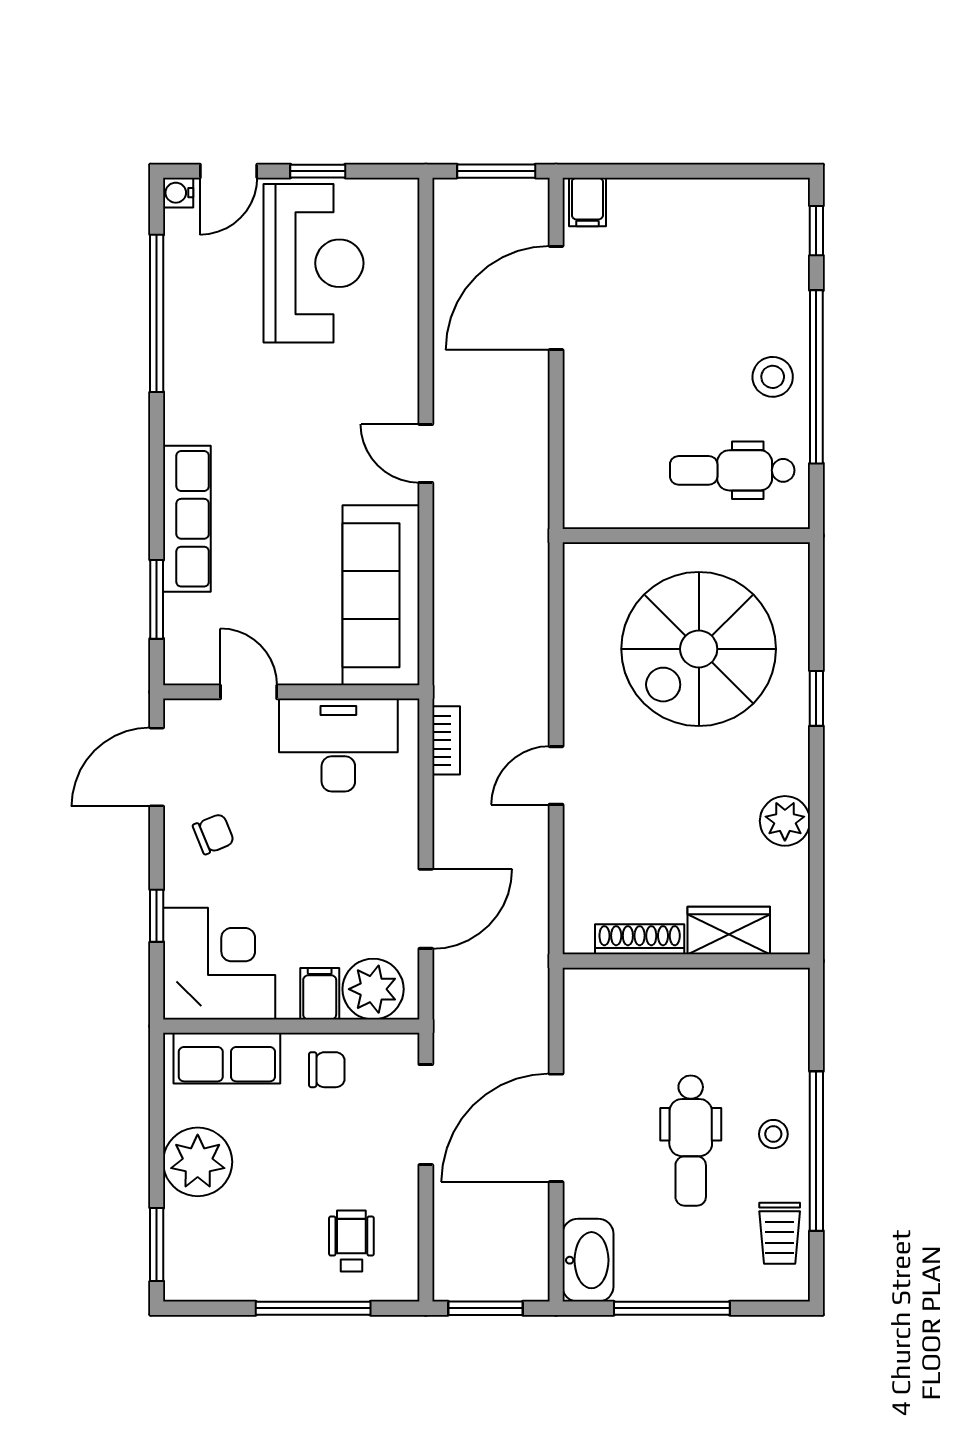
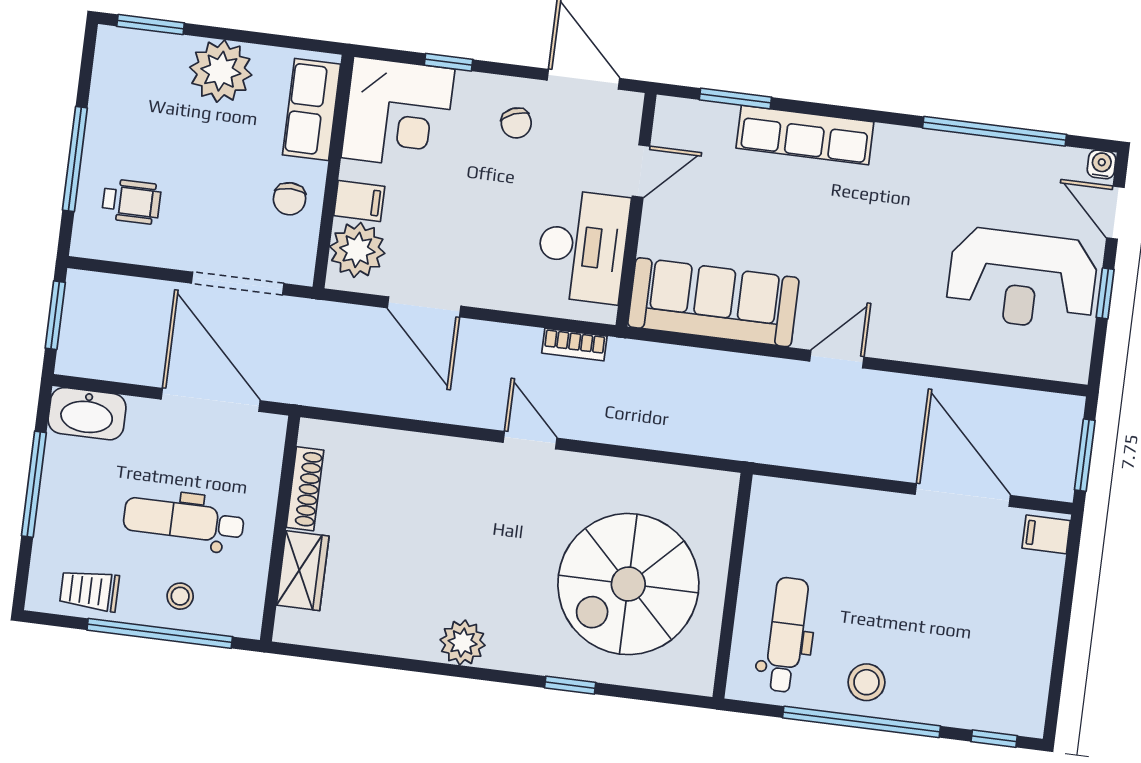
spiral stairs: (699, 649) -> (628, 584), turned -90
wardrobe: (729, 931) -> (303, 571), moved
shoe rack: (640, 939) -> (305, 489), moved
wall: (686, 961) -> (280, 529), moved

